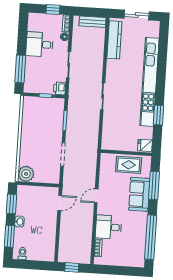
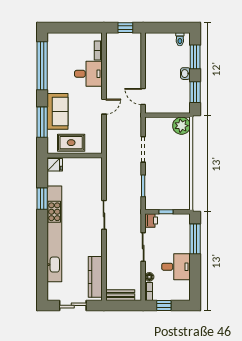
door: (60, 203) -> (143, 96), hinge flipped

